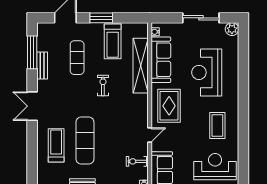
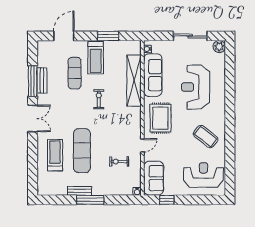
window: (101, 18) -> (108, 36), moved
treadmill: (113, 41) -> (96, 58), moved
window: (32, 52) -> (33, 81), moved
double door: (32, 106) -> (33, 118), swing flipped
coffee table: (217, 126) -> (206, 137), turned -52
exercise bike: (136, 161) -> (119, 161), moved

